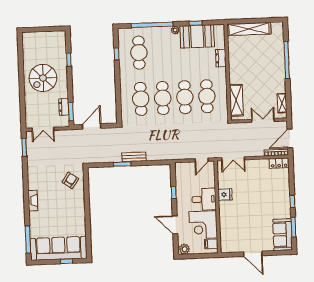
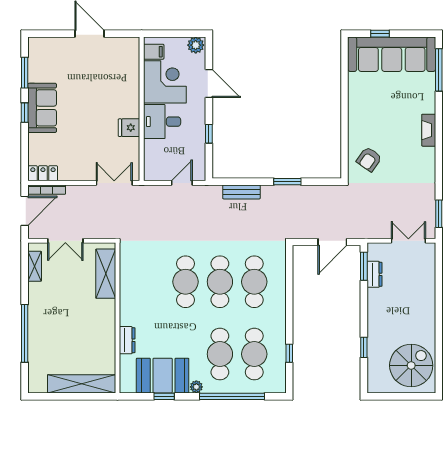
spiral stairs: (43, 78) -> (411, 365), moved
cafe table: (207, 96) -> (220, 354), moved
bench: (134, 157) -> (241, 192), moved
door: (202, 160) -> (182, 183), moved
sofa: (283, 235) -> (42, 108), moved

